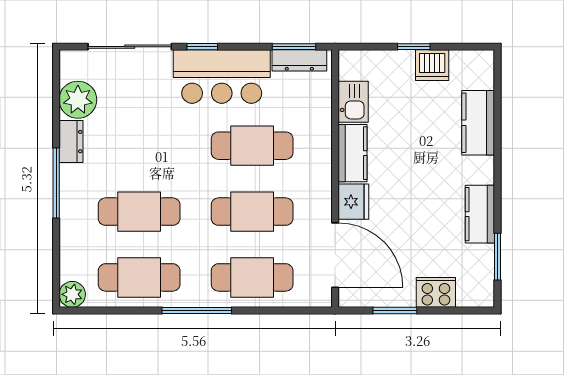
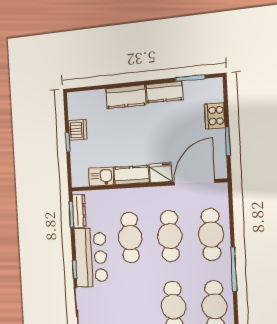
kitchen counter: (478, 123) -> (126, 97), moved

